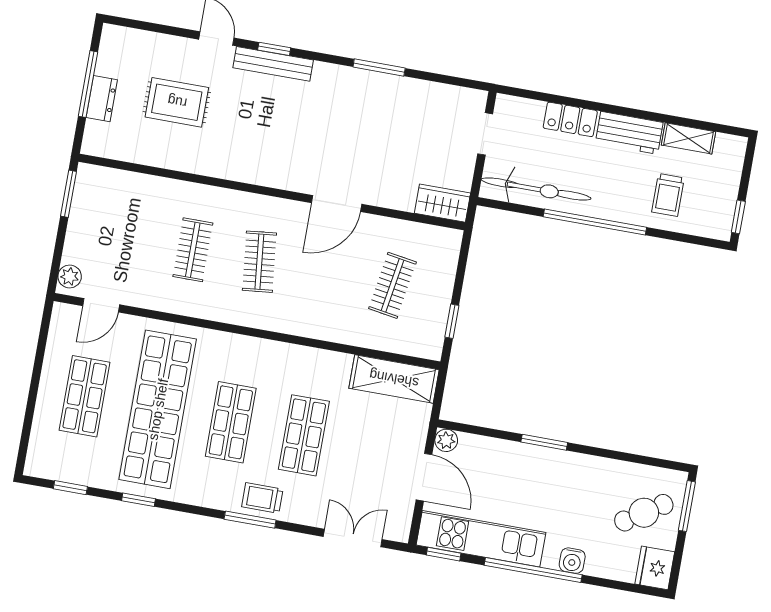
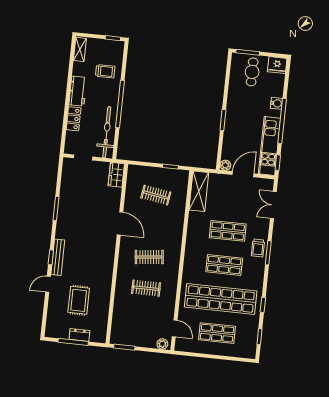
shelving: (688, 138) -> (80, 49), moved
cafe table: (644, 513) -> (252, 72), turned 33

